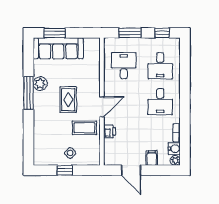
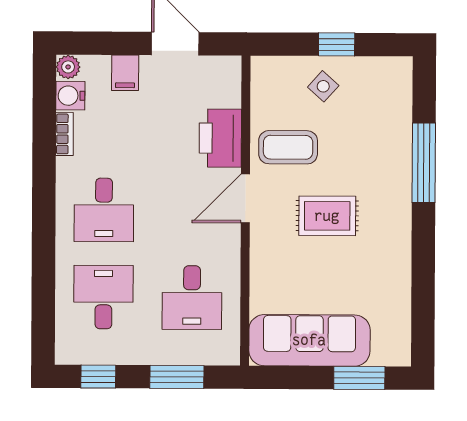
sofa: (58, 48) -> (309, 340), moved
plant: (40, 83) -> (395, 256), removed
window: (29, 93) -> (424, 163), moved
rug: (68, 100) -> (327, 216), turned 90
desk: (160, 102) -> (104, 210), turned 180
printer: (110, 131) -> (220, 138), width x1.87, depth x1.48

